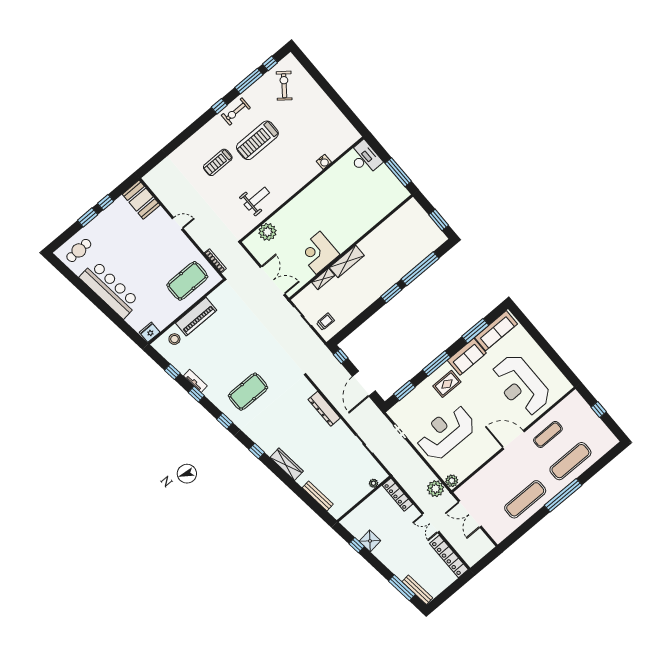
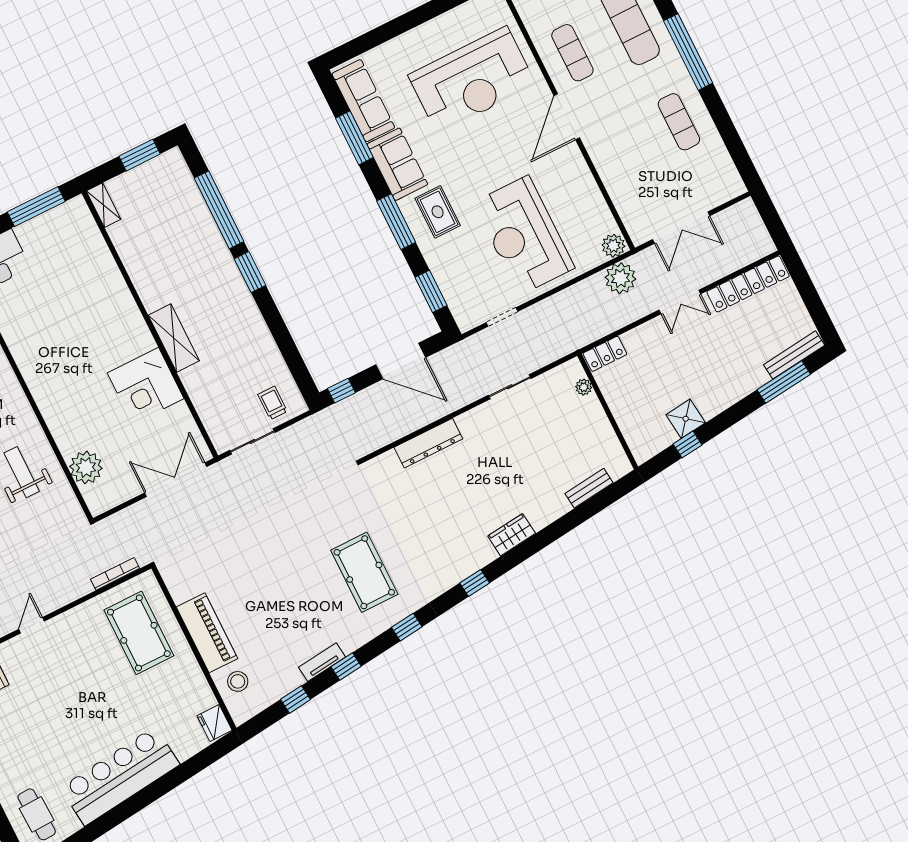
shelving: (323, 279) -> (104, 205), moved
wardrobe: (287, 464) -> (512, 535), width x0.67
locker: (398, 495) -> (605, 354), width x0.66
bench: (318, 496) -> (589, 488), width x0.73
exercise mat: (525, 499) -> (679, 122), width x0.73, depth x0.69

